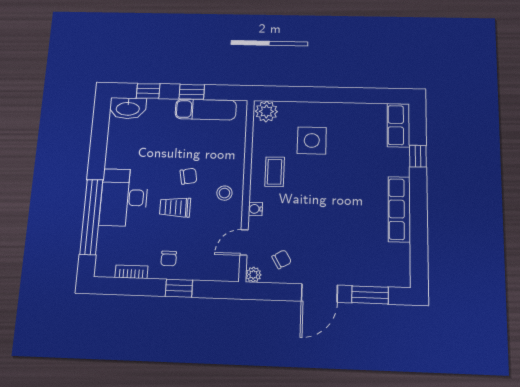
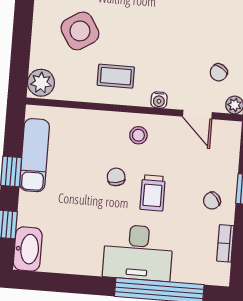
side table: (312, 140) -> (80, 31), turned -32
chair: (169, 258) -> (212, 201), turned 141
chair: (282, 259) -> (219, 72), turned -118

